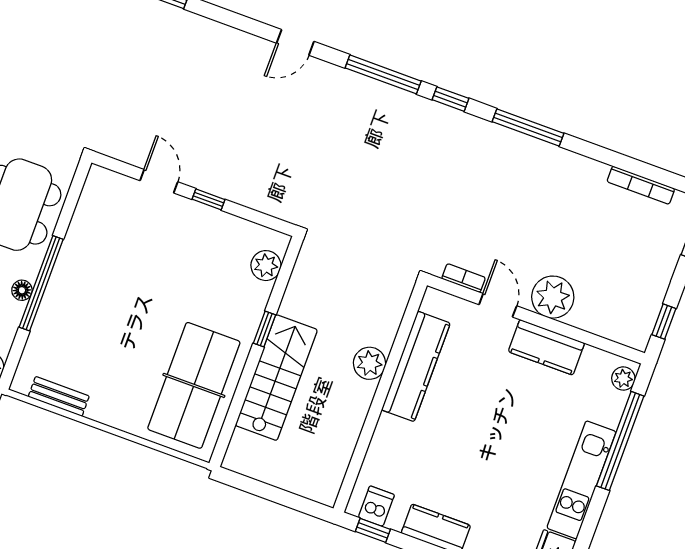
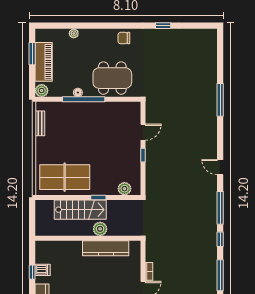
plant: (369, 363) -> (100, 229), moved
kitchen counter: (416, 366) -> (106, 248), moved
wall: (380, 397) -> (88, 238), moved

